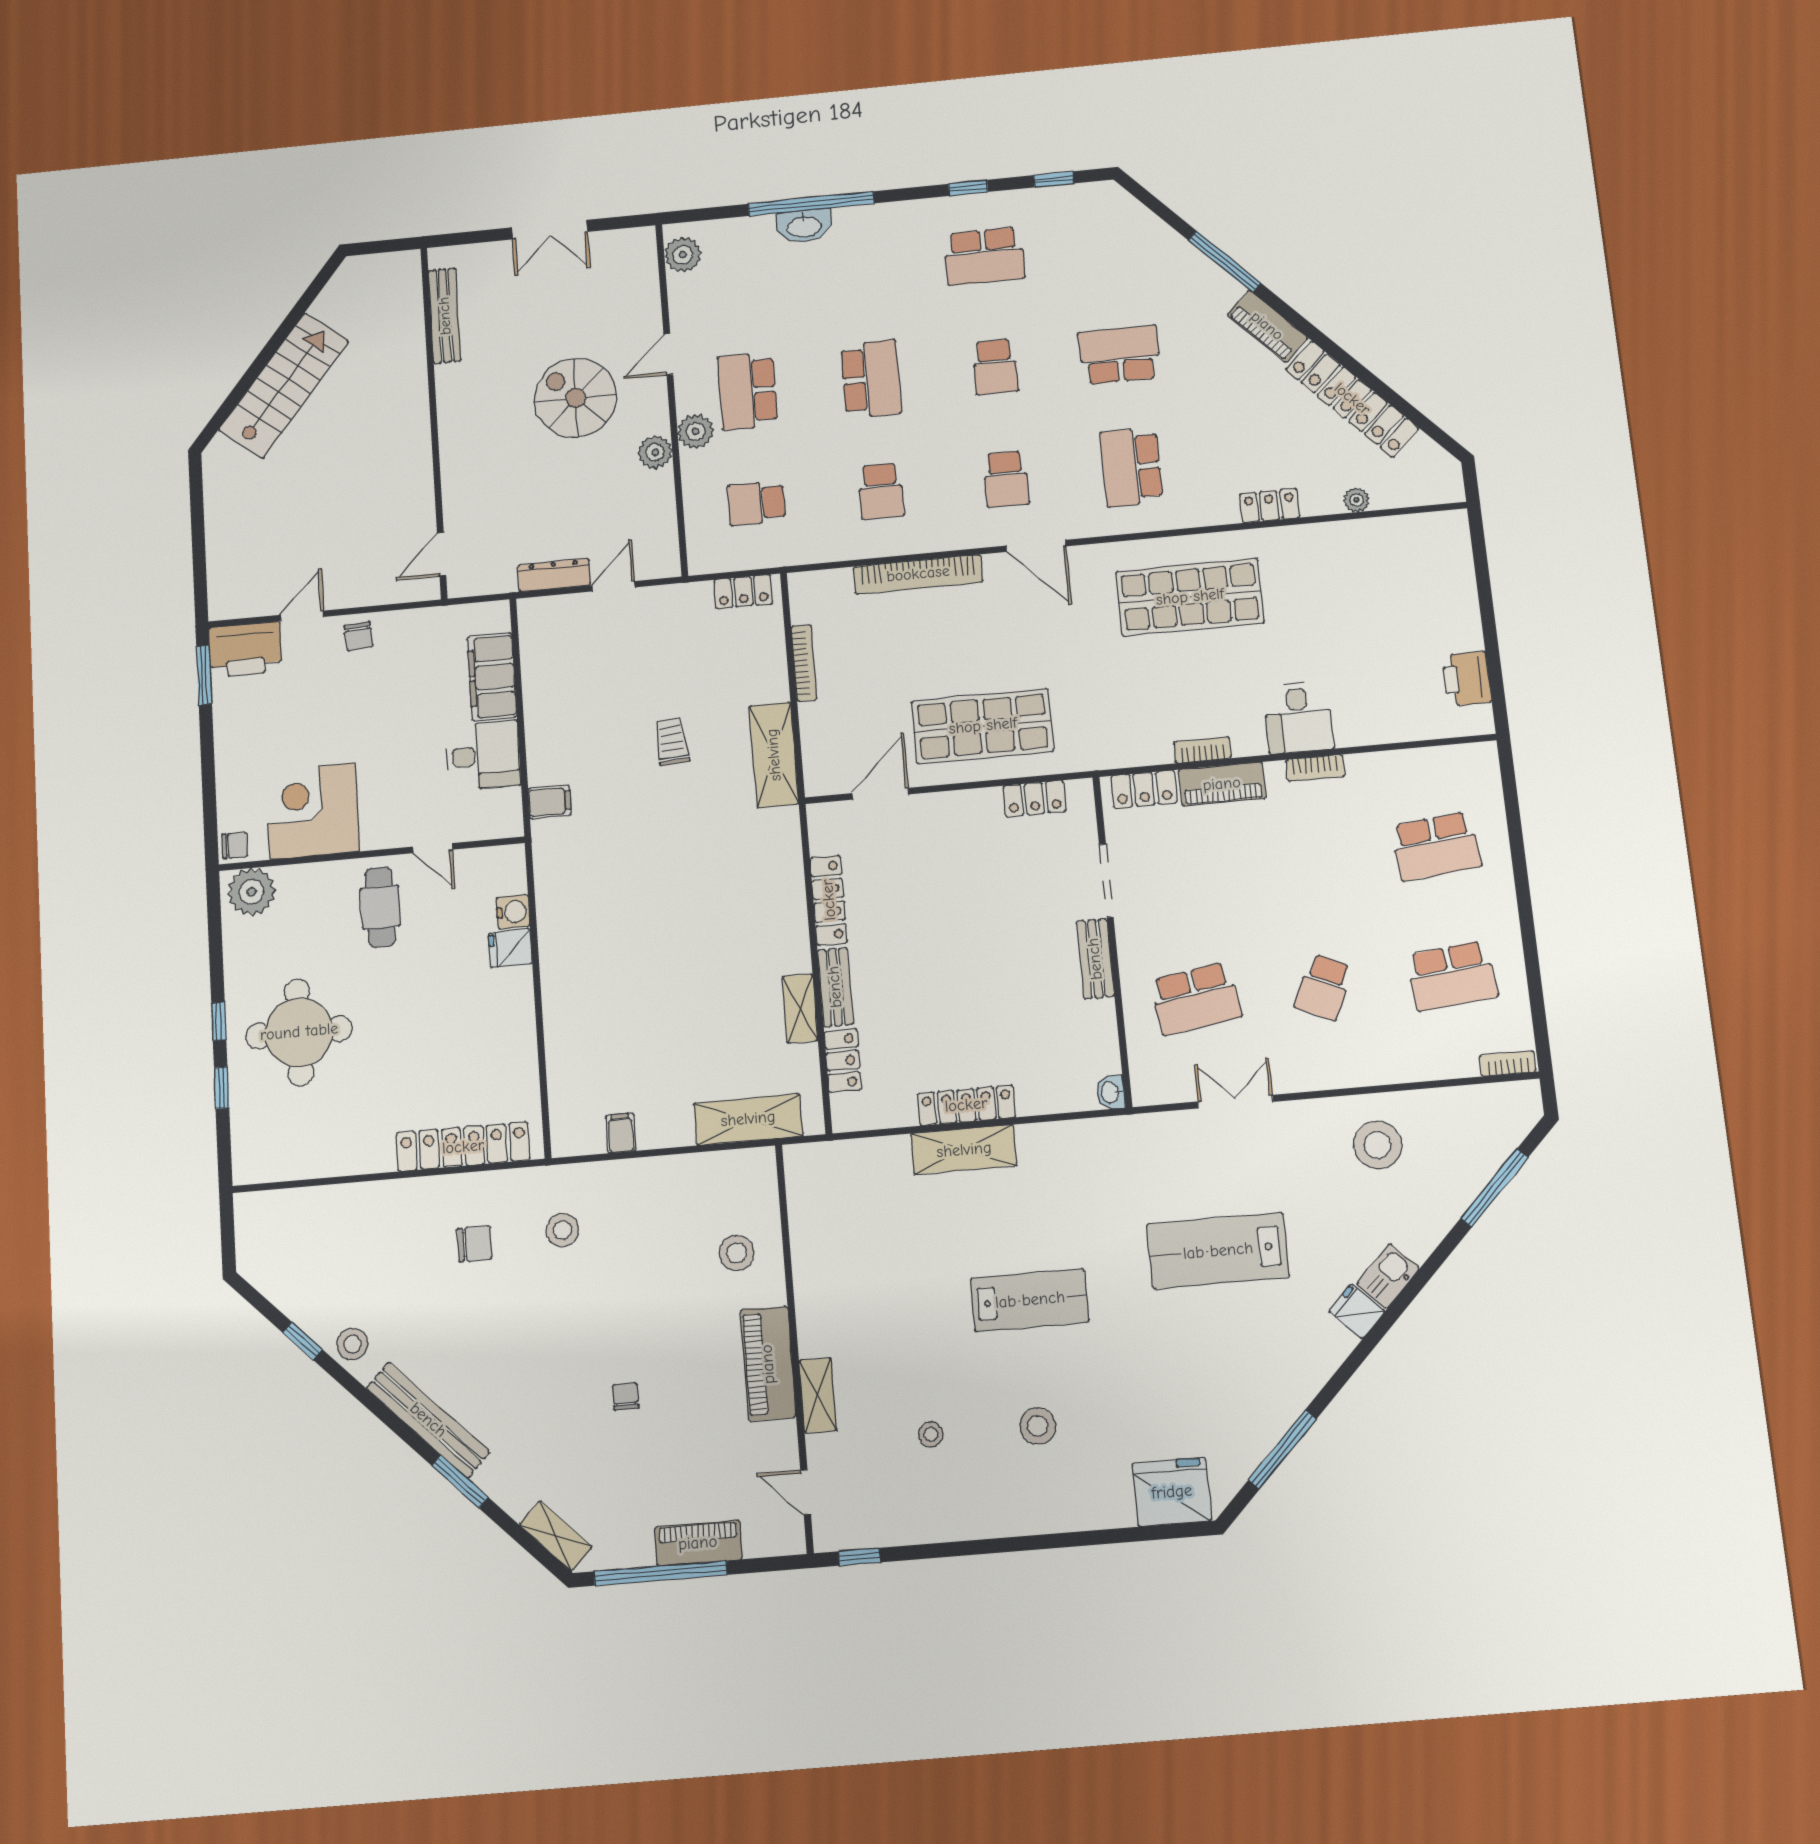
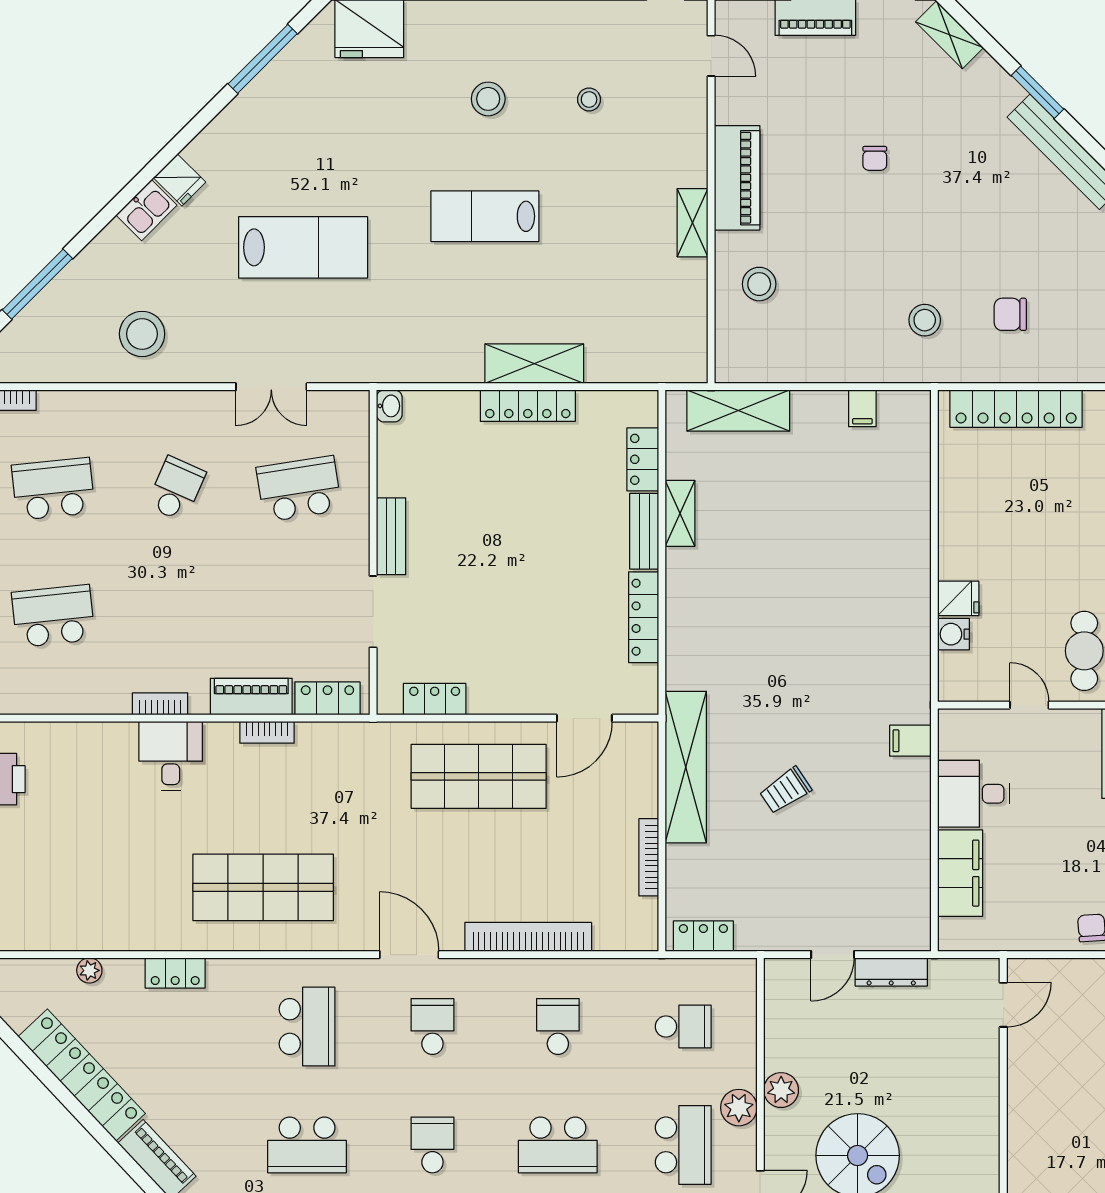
school desk: (871, 379) -> (558, 1145), turned -90
trolley: (672, 741) -> (785, 790), turned 60
shelving: (774, 755) -> (686, 767), width x1.47
shelving: (818, 1395) -> (693, 223), moved

